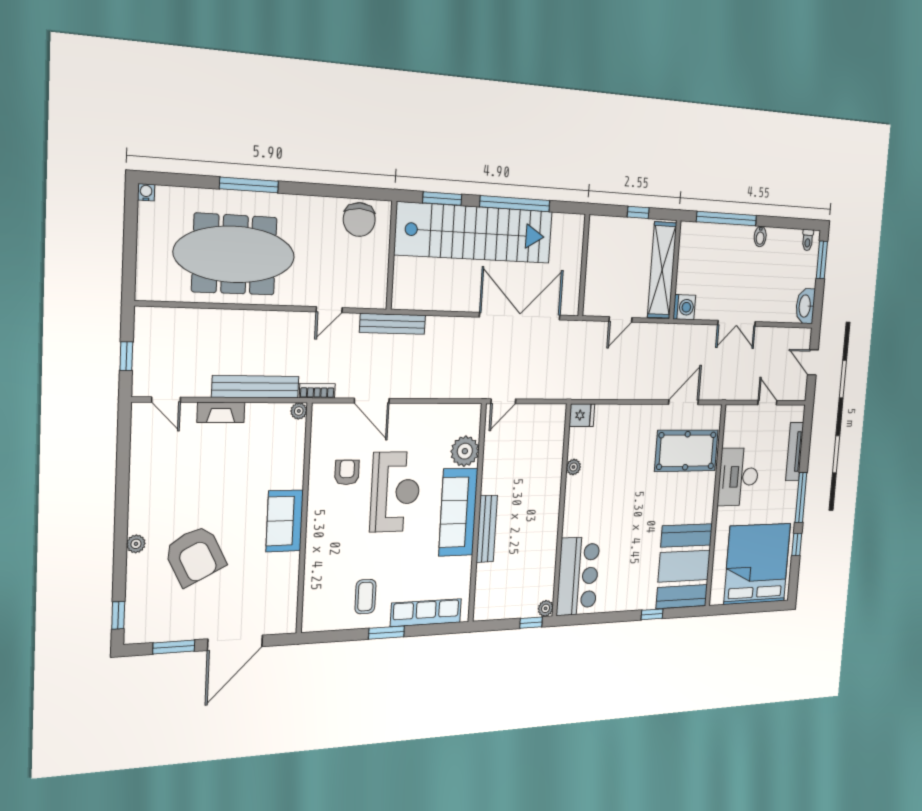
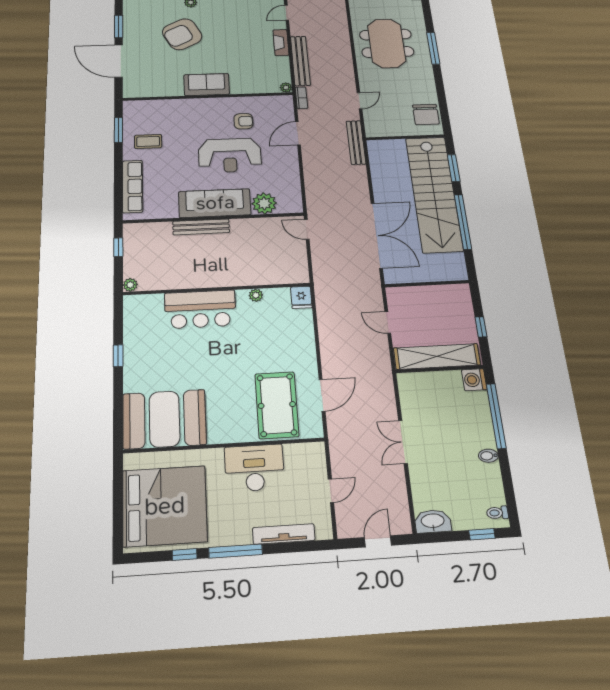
chair: (359, 220) -> (426, 114), turned -90
meeting table: (234, 254) -> (387, 43), width x0.73
window: (822, 260) -> (482, 534), width x0.67
washing machine: (684, 307) -> (474, 380), moved, turned 90
door: (329, 310) -> (360, 101), swing flipped
door: (683, 402) -> (322, 395), hinge flipped
bar counter: (578, 576) -> (200, 309), moved
window: (652, 614) -> (118, 356), moved
window: (531, 623) -> (118, 247), moved
window: (387, 632) -> (118, 130), moved

